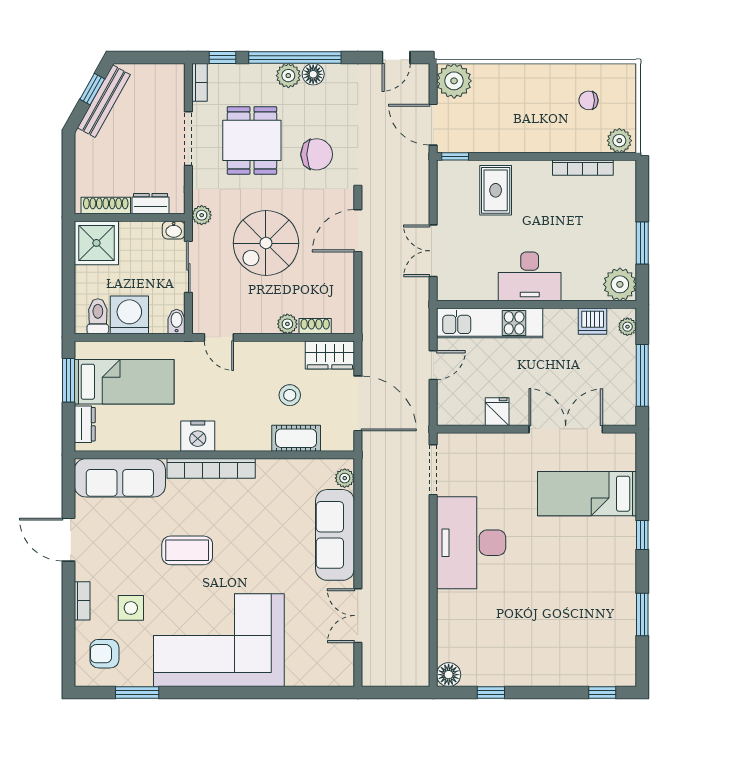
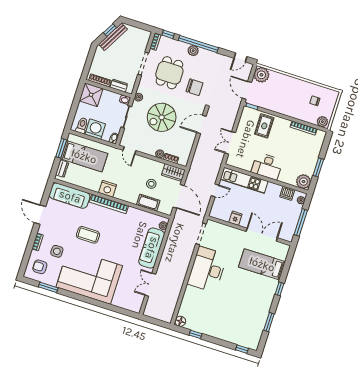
floor lamp: (313, 74) -> (204, 53), removed

